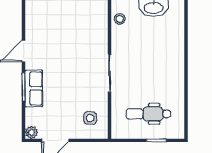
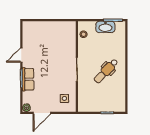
dental chair: (149, 114) -> (106, 71), moved, turned -46

